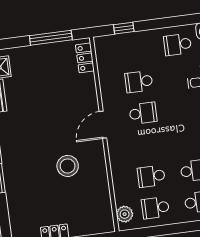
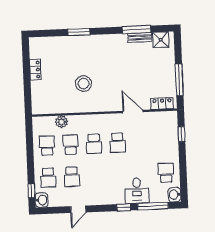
school desk: (139, 82) -> (94, 144), moved, turned 180
door: (103, 125) -> (133, 111), moved
plant: (125, 214) -> (62, 122), moved

